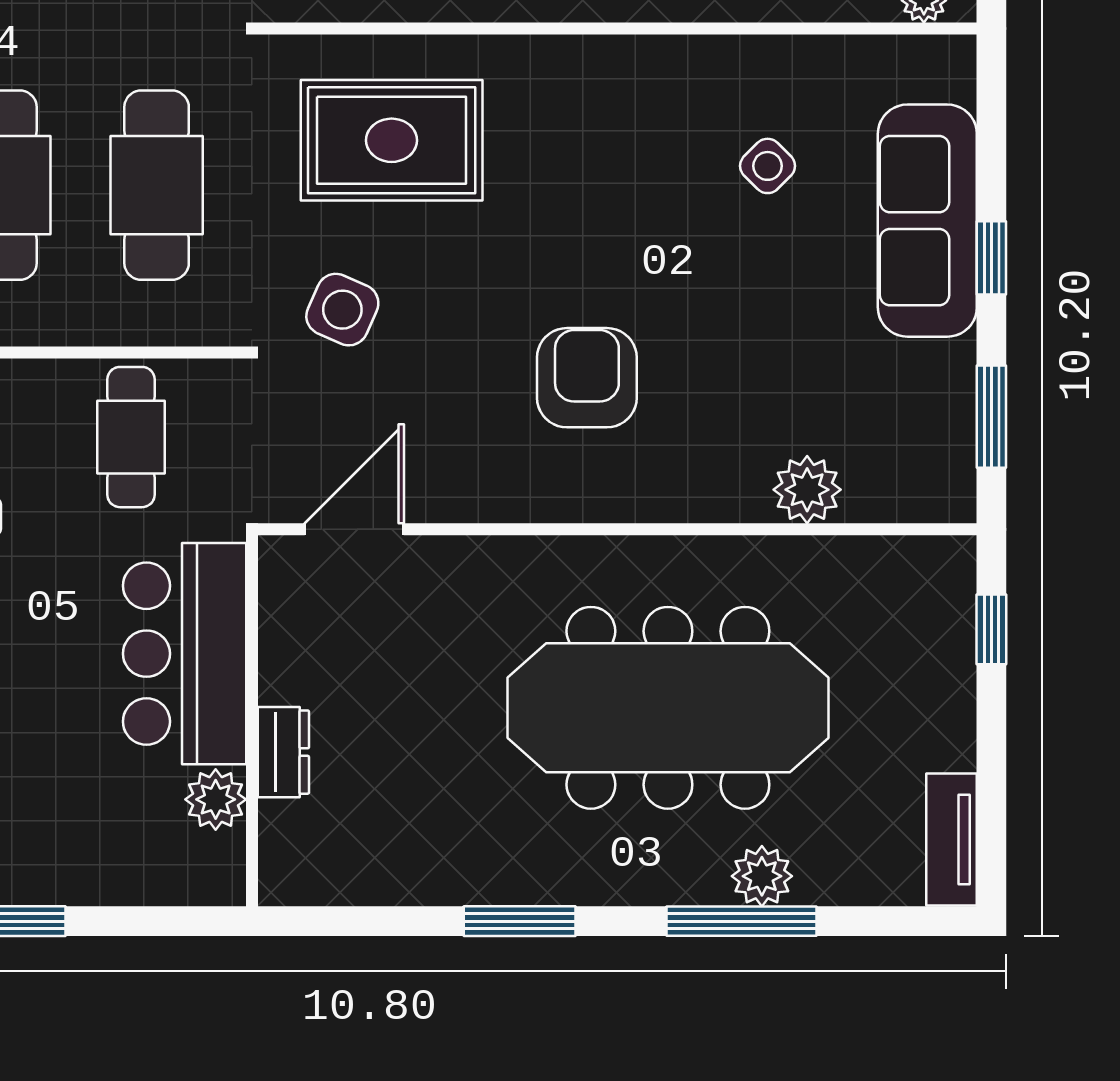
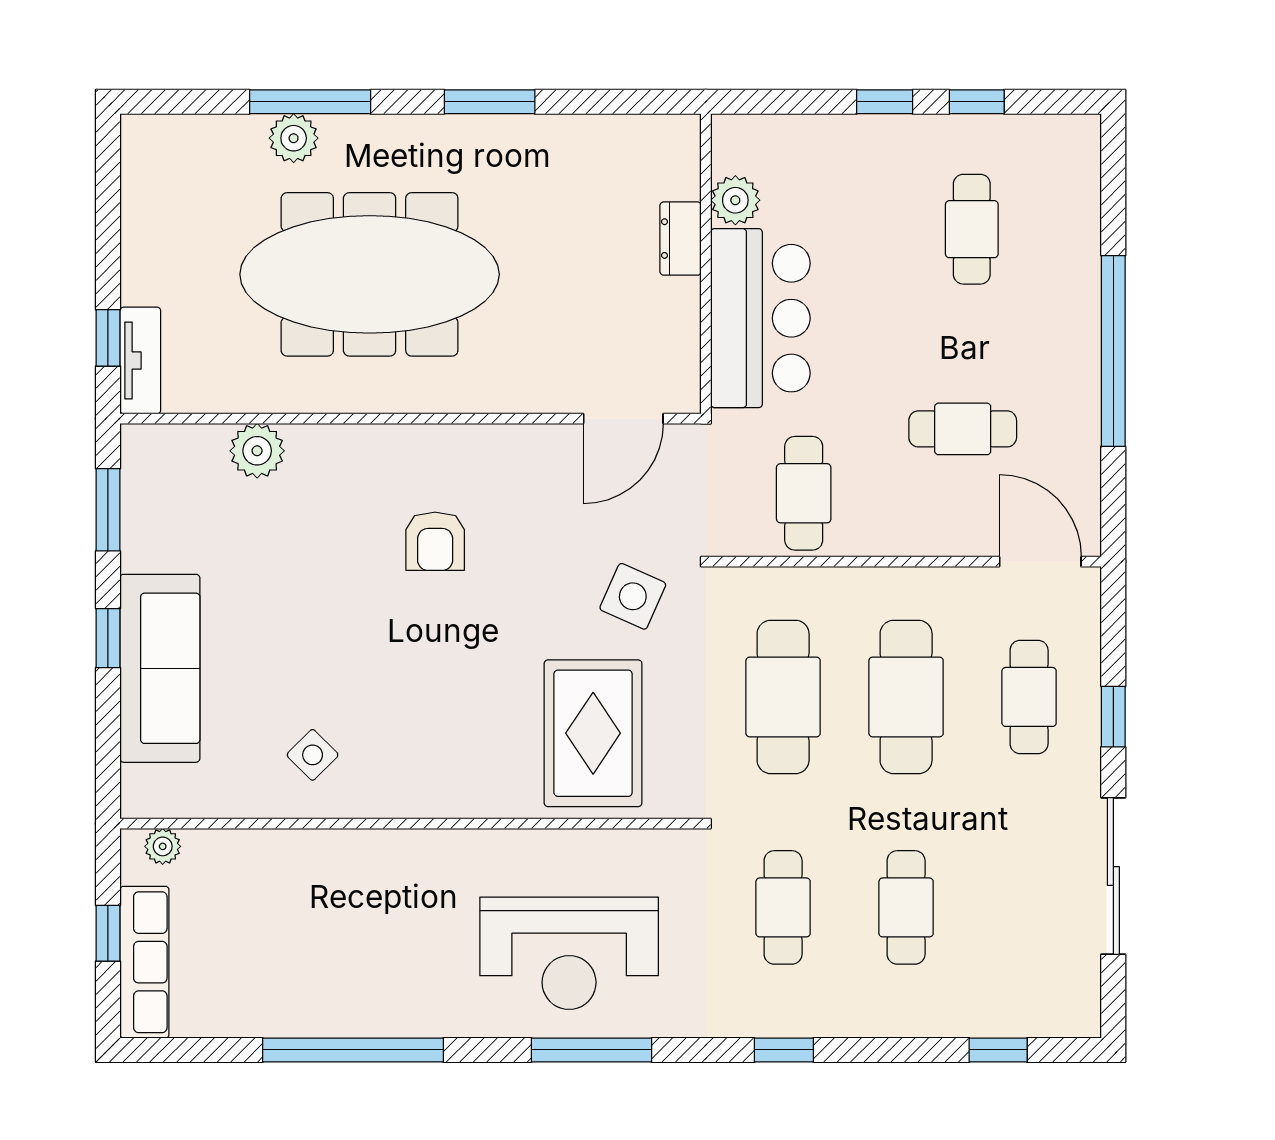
rug: (392, 140) -> (593, 733), turned 90
side table: (768, 166) -> (313, 755), moved
armchair: (587, 378) -> (435, 541), width x0.72, depth x0.72
tv unit: (952, 840) -> (140, 360), moved

